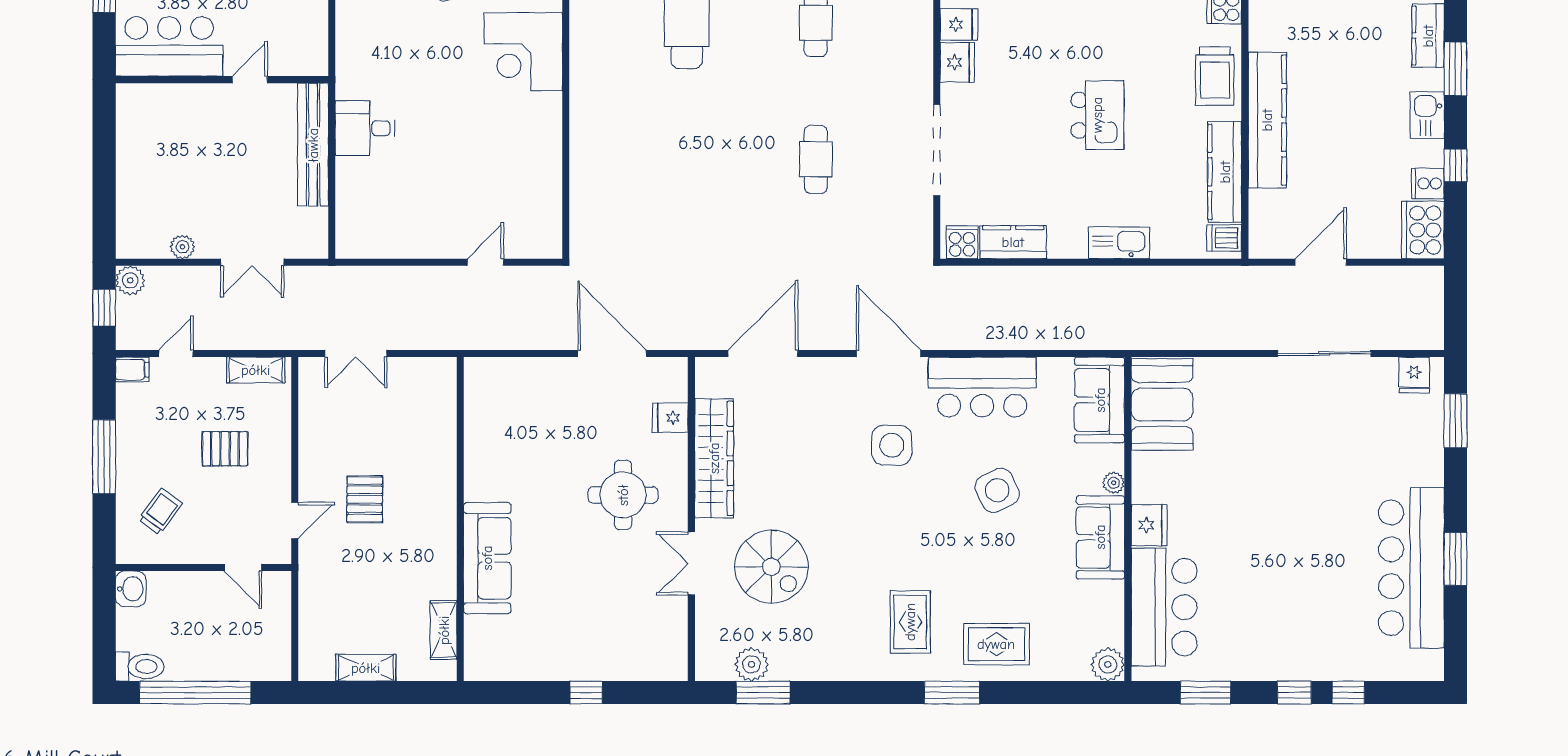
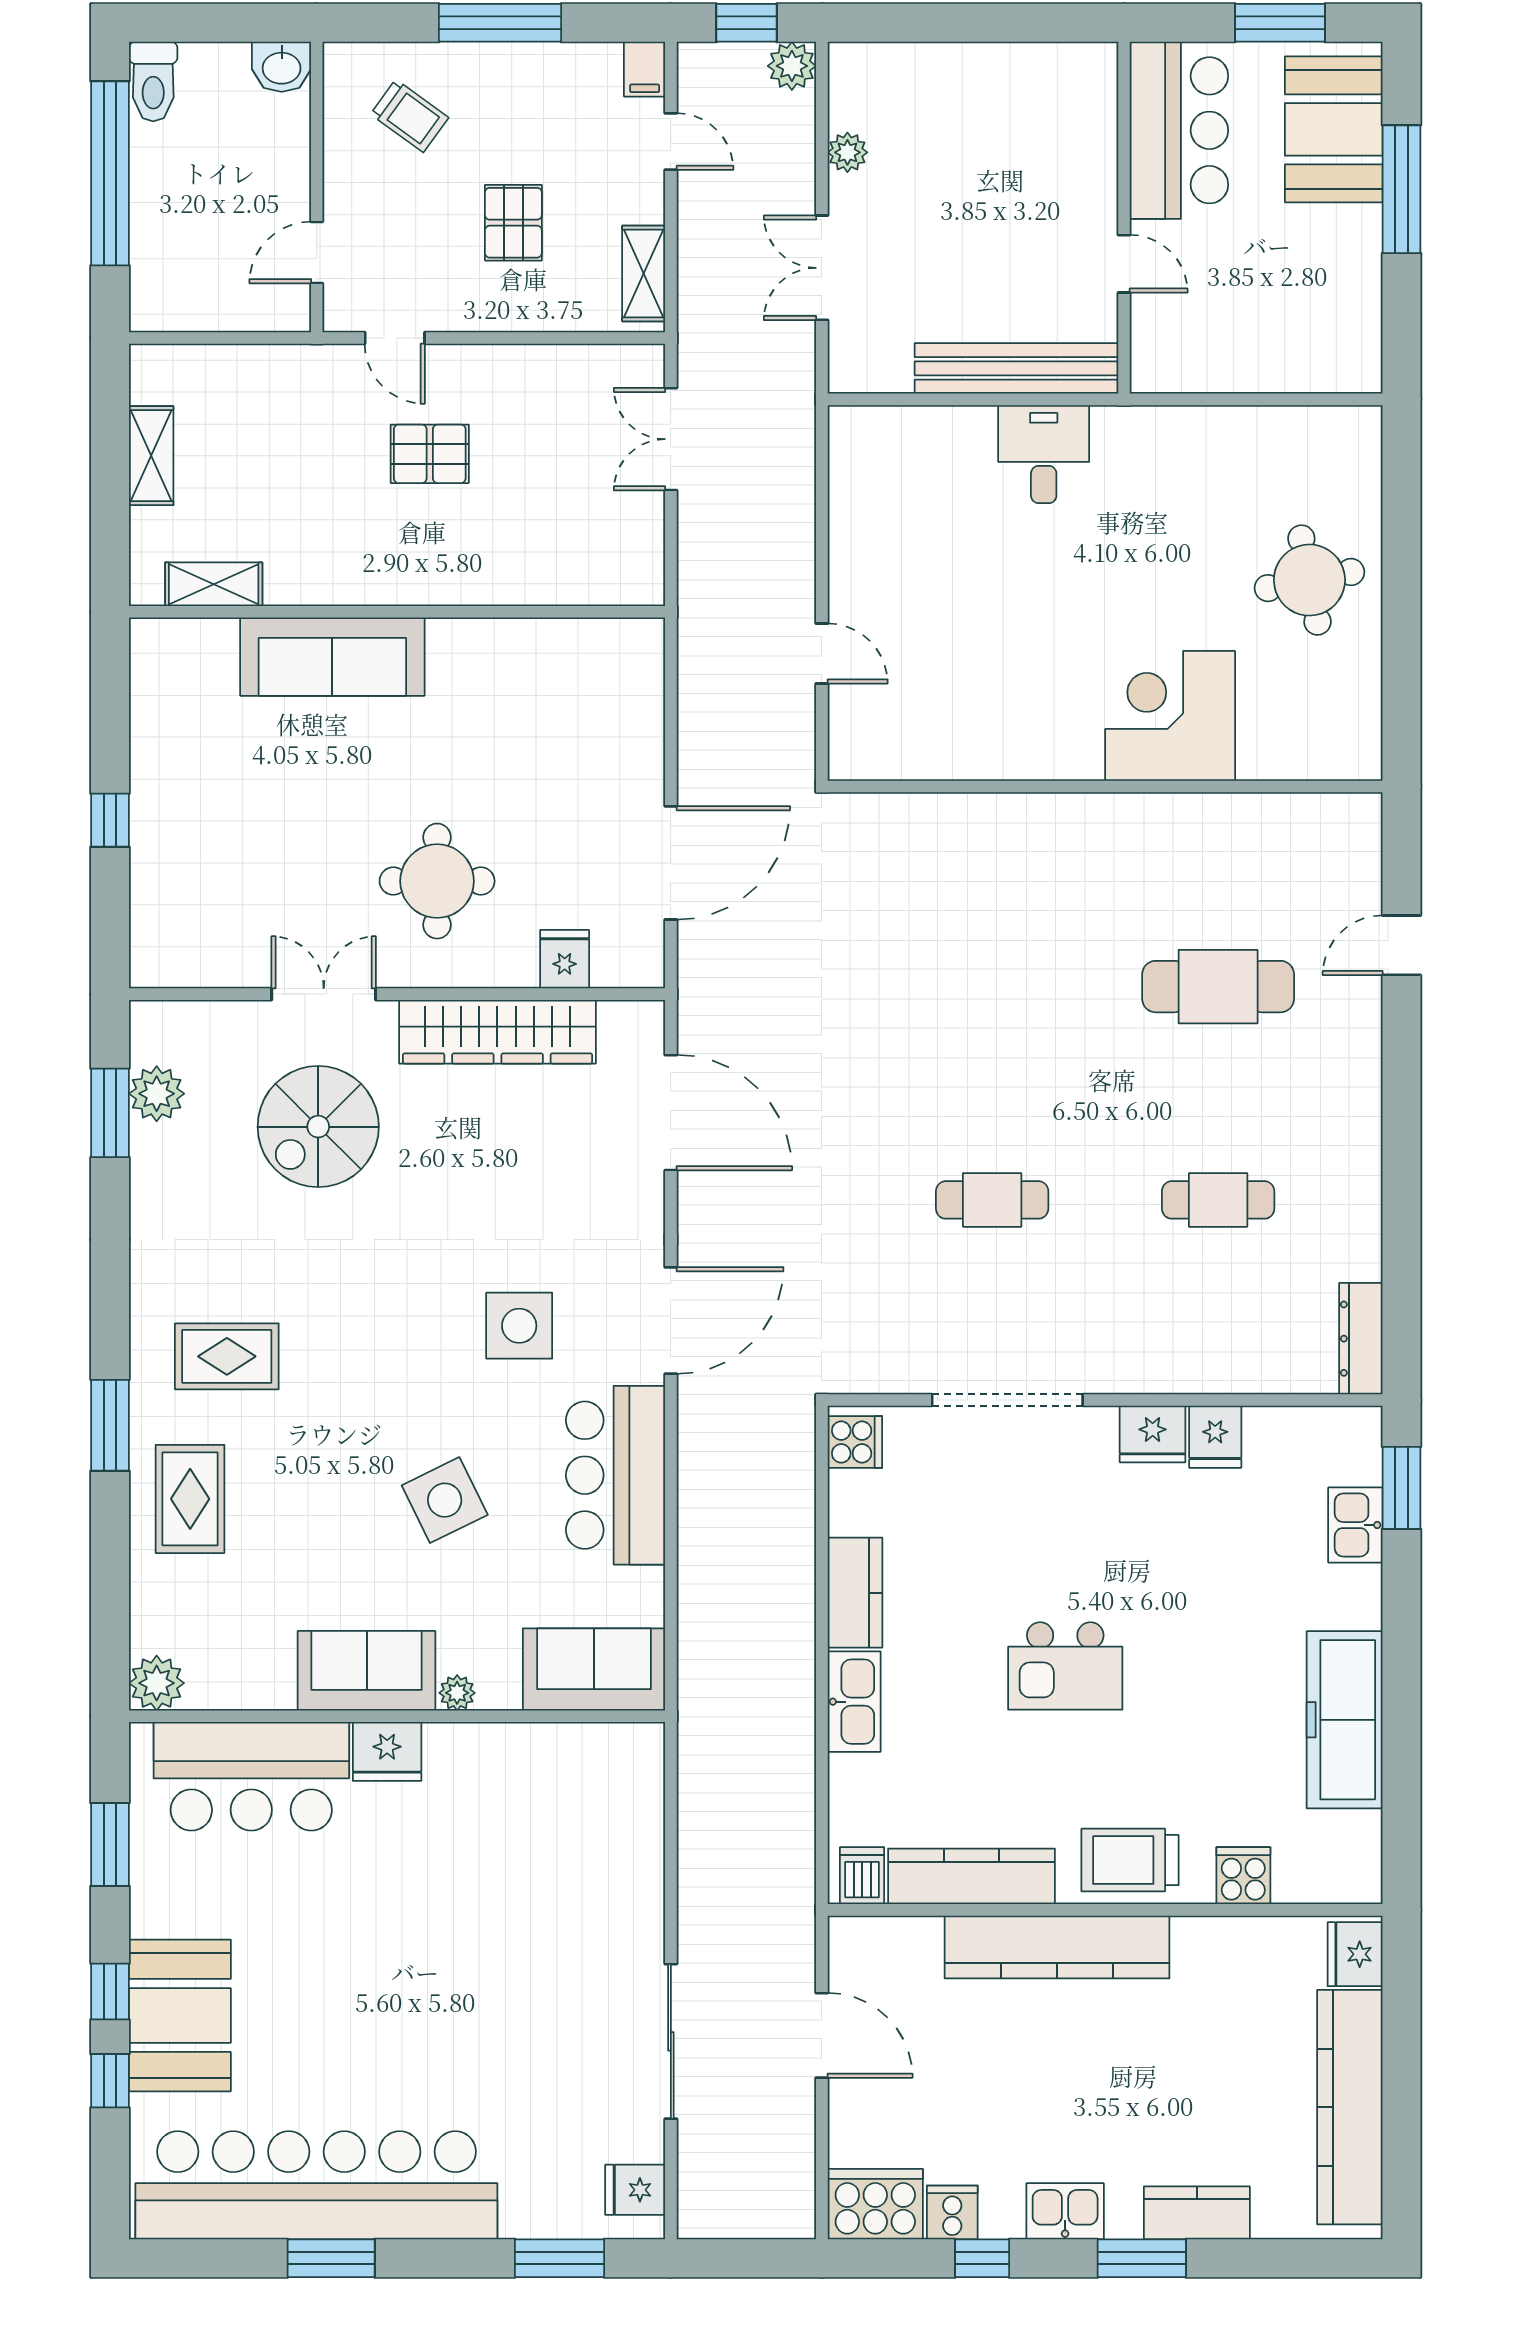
kitchen counter: (1013, 242) -> (855, 1593), moved
booth: (1162, 404) -> (180, 2015), moved, turned 90
bar counter: (1411, 568) -> (316, 2185), width x1.36

